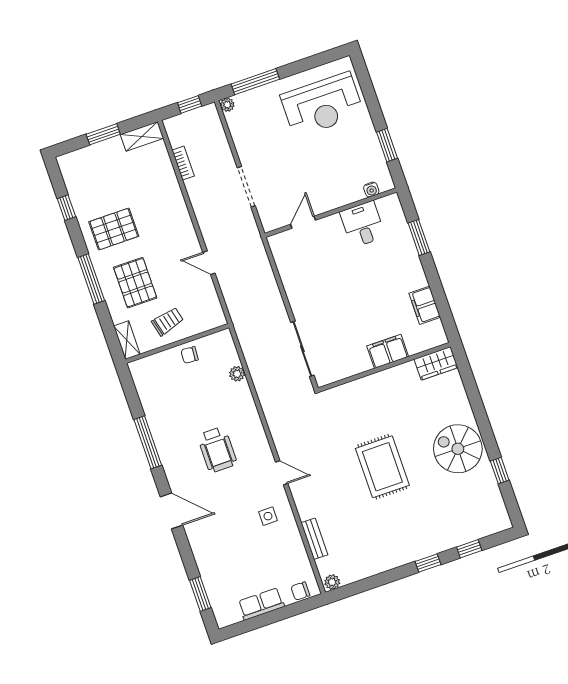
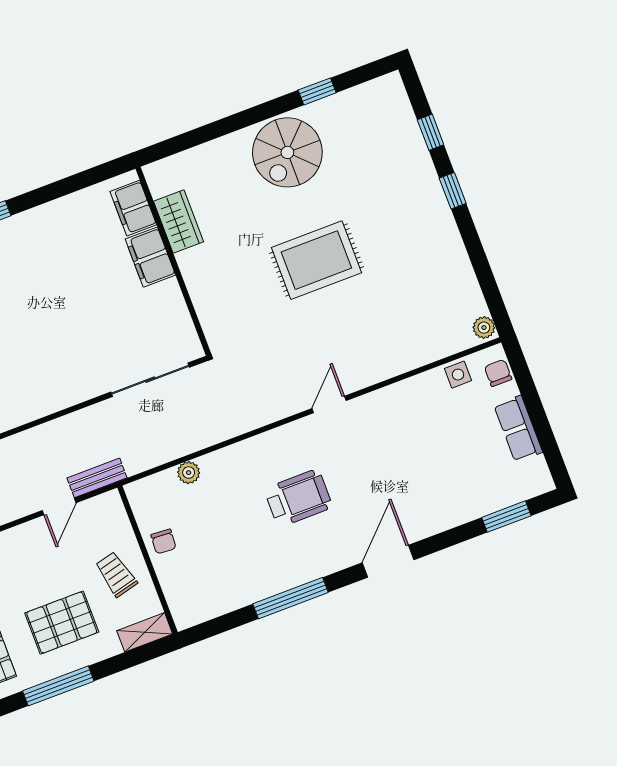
door: (209, 263) -> (59, 507), moved
filing cabinet: (425, 305) -> (133, 208), moved, turned 90
wardrobe: (436, 363) -> (179, 222), moved
side table: (268, 516) -> (458, 375), moved
bench: (314, 539) -> (97, 478), moved
chair: (300, 591) -> (498, 373), turned 180

